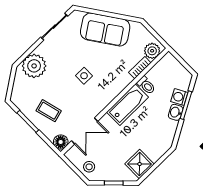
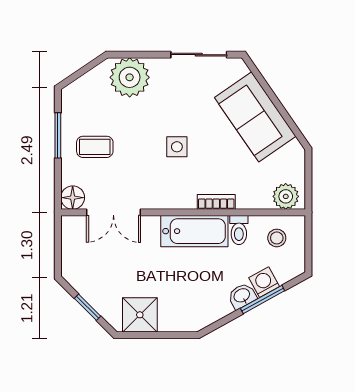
bookcase: (140, 68) -> (216, 202), moved
coffee table: (49, 111) -> (95, 147), turned -75
stool: (89, 167) -> (277, 238), moved

